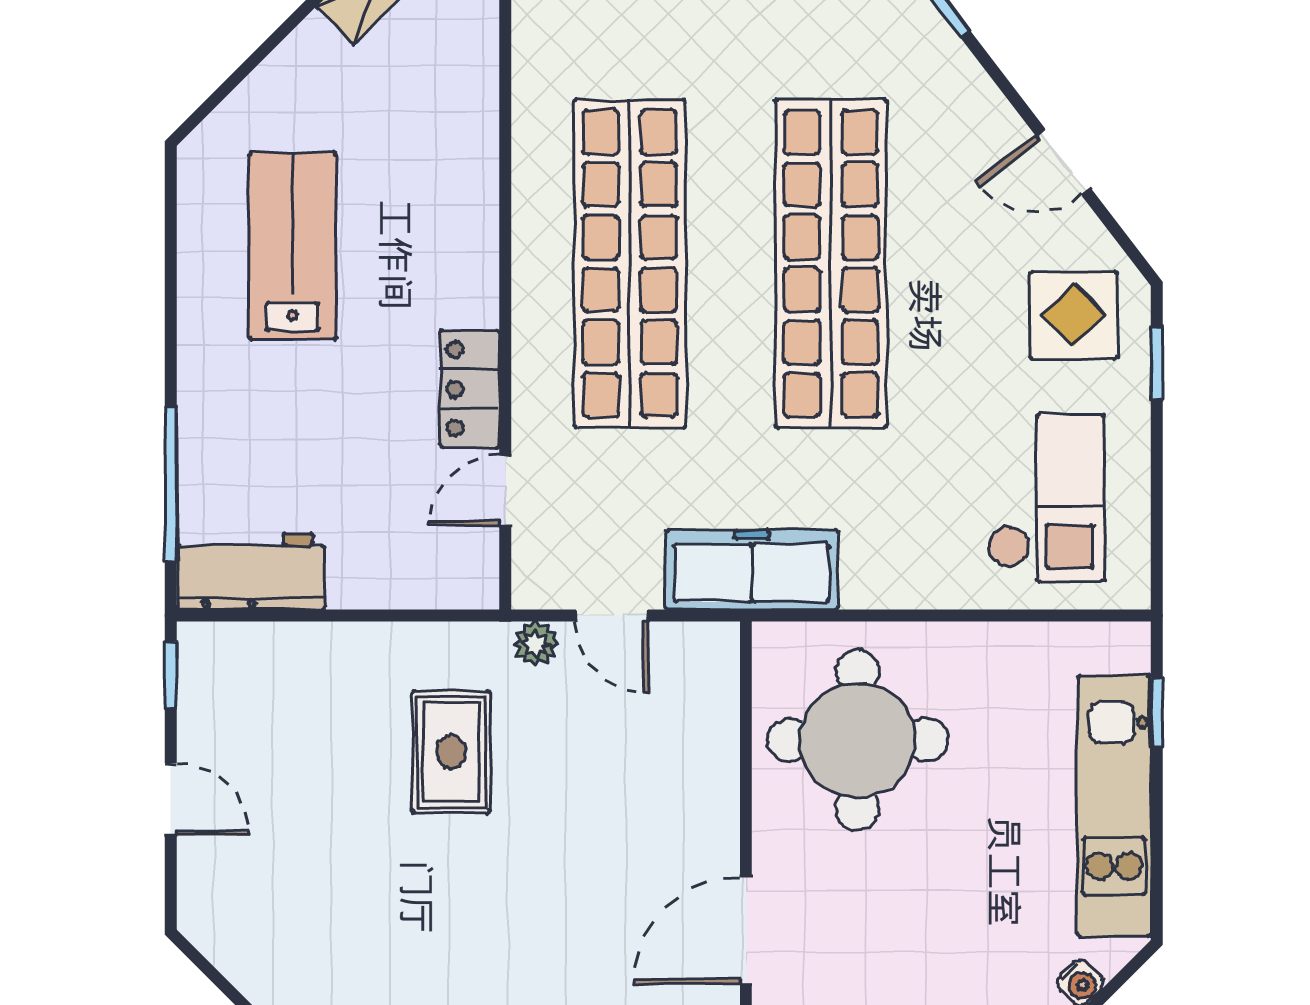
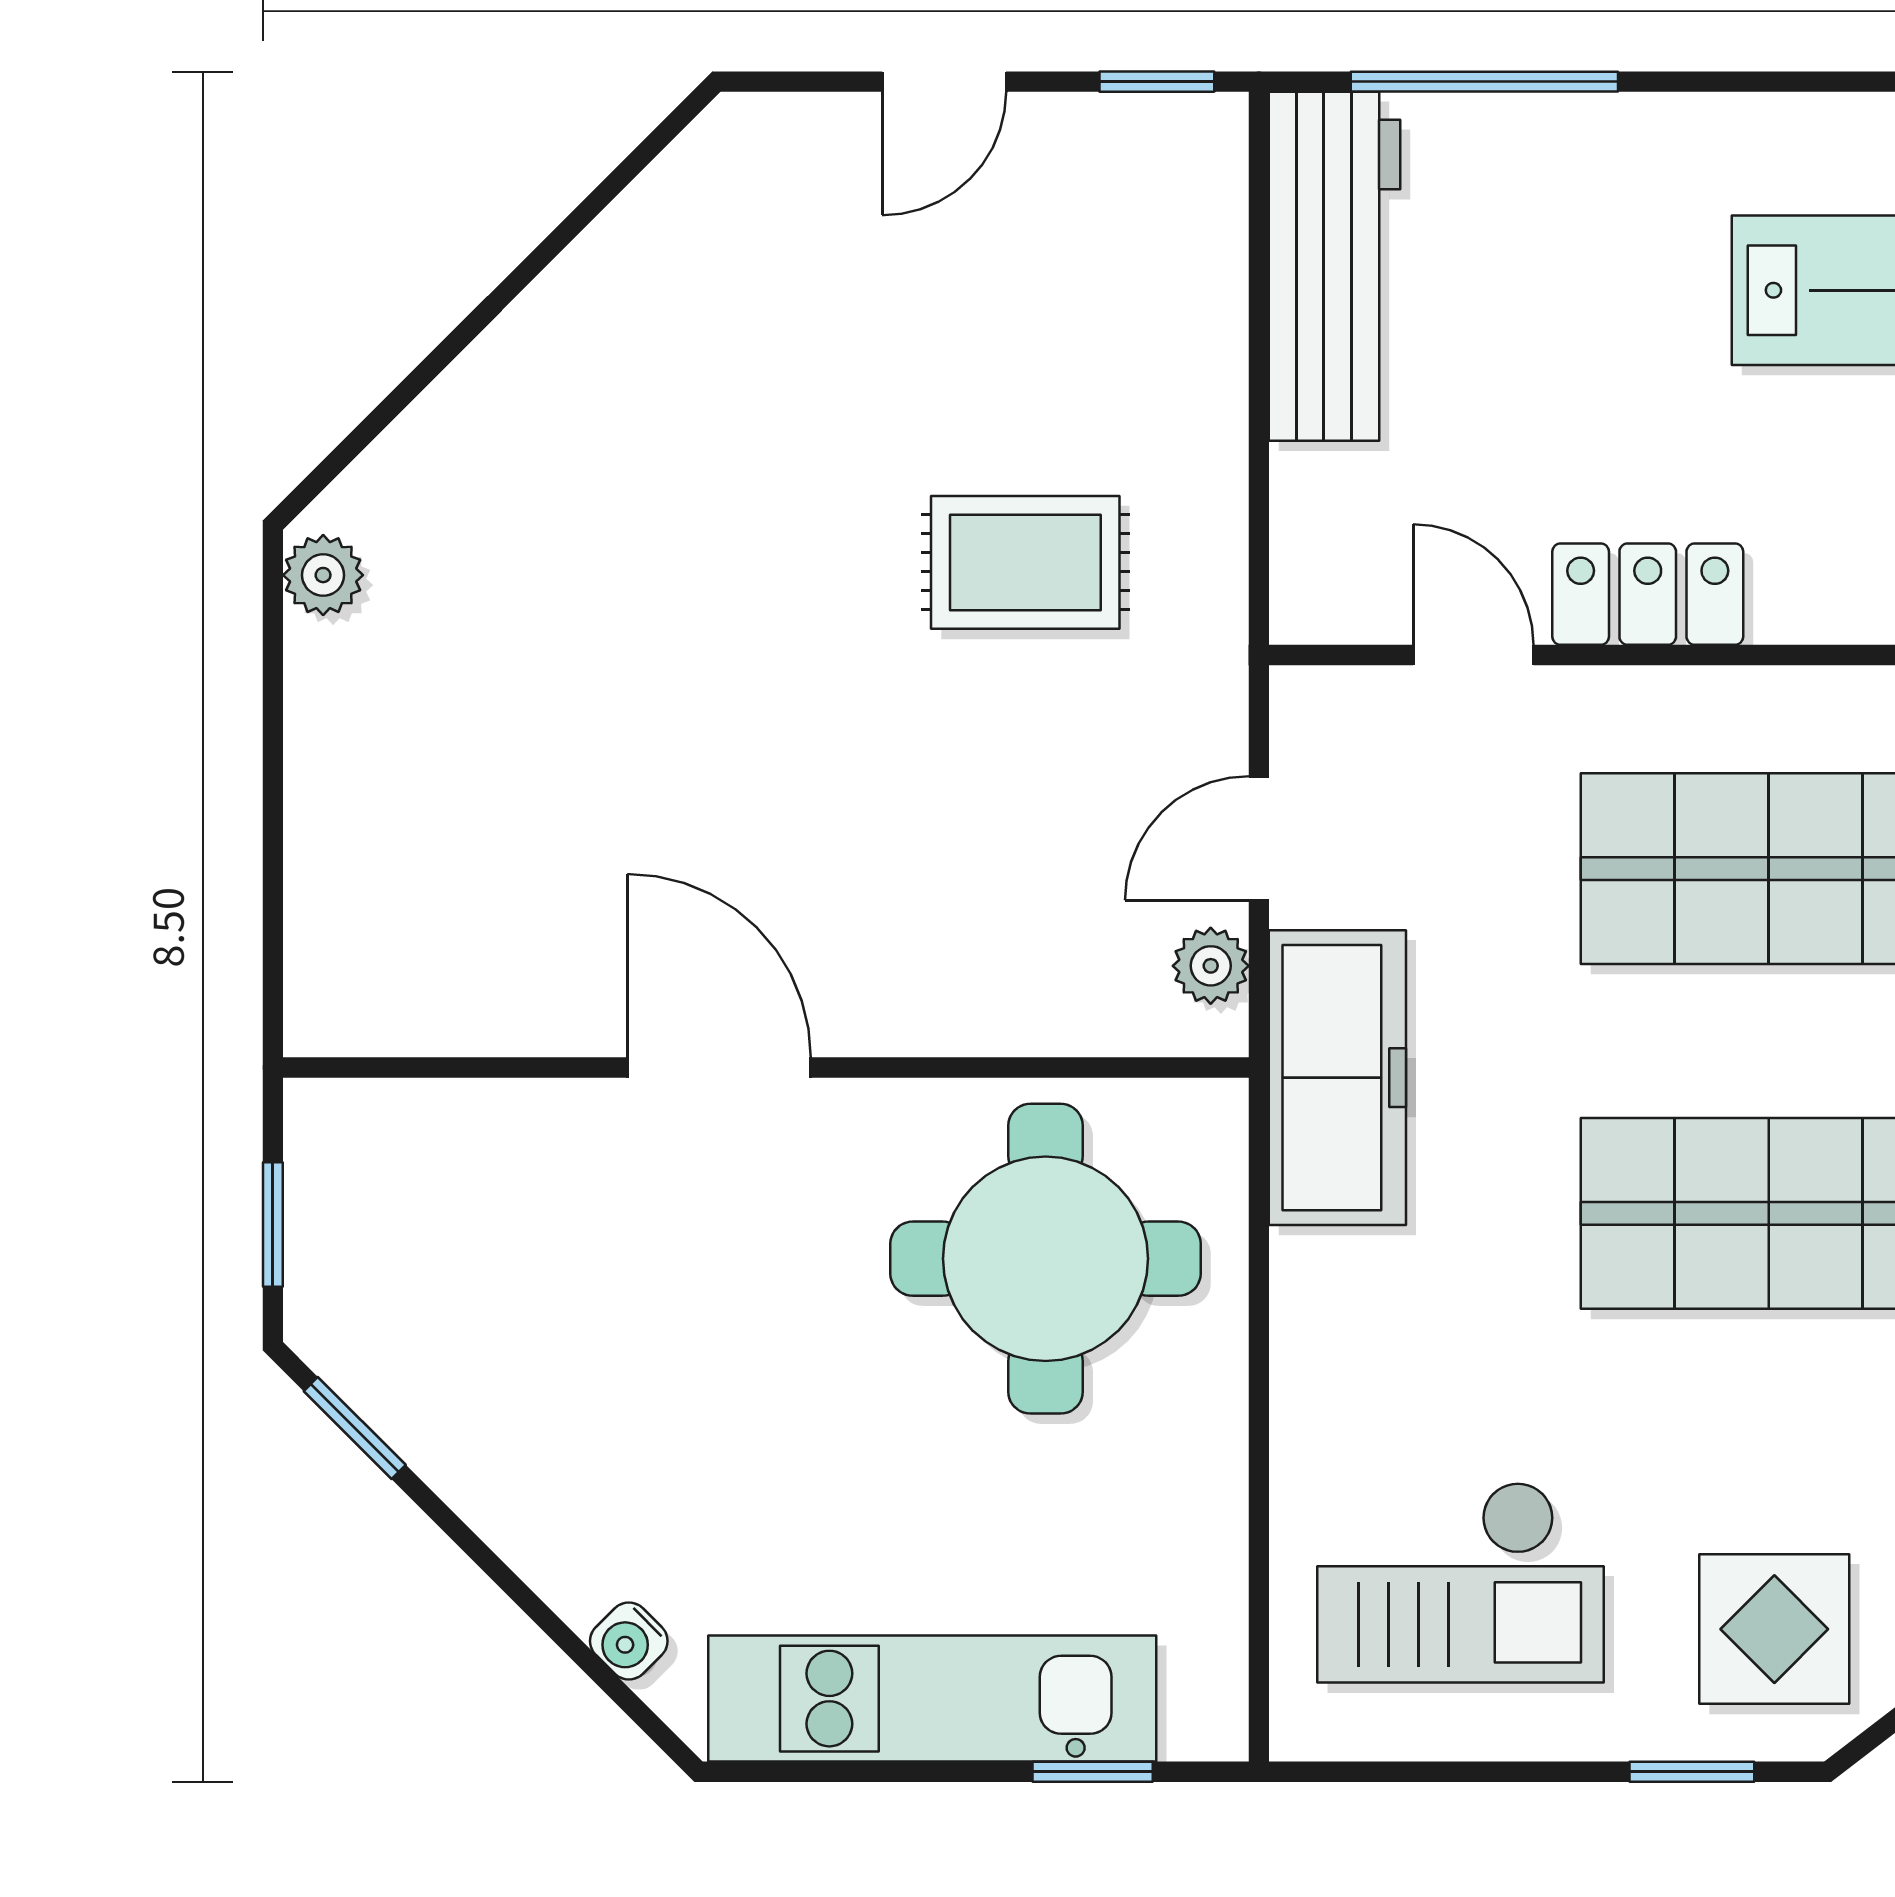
workbench: (251, 571) -> (1334, 266), width x1.38
plant: (536, 644) -> (1211, 966), moved

